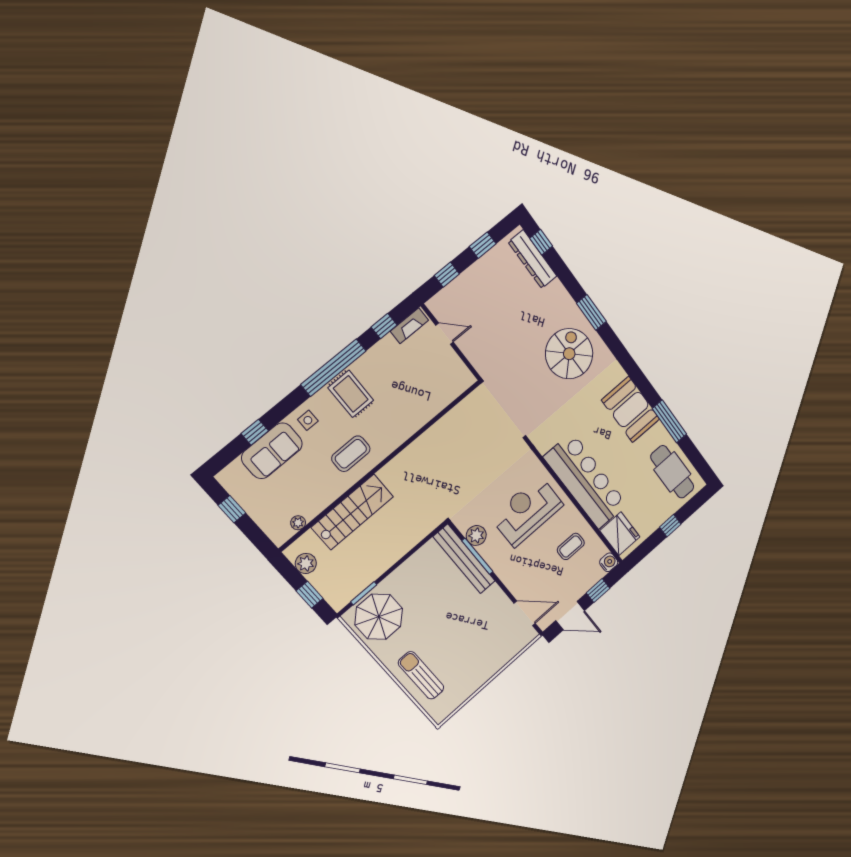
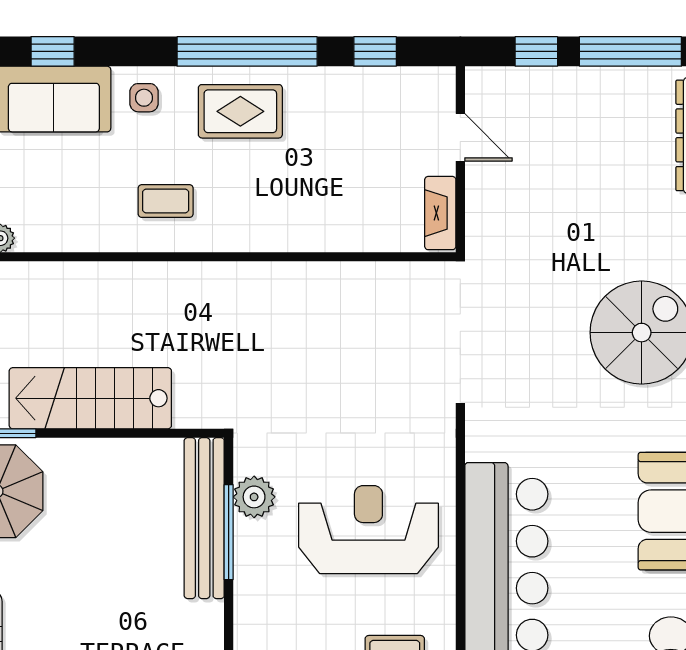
window: (483, 245) -> (630, 51), width x2.17
fireplace: (409, 326) -> (440, 213), moved, turned 90
rug: (351, 394) -> (240, 111), turned 90
coffee table: (351, 454) -> (166, 201), width x0.73, depth x0.77
stairs: (352, 512) -> (90, 398), moved, turned 180

